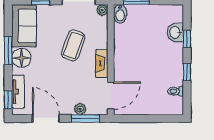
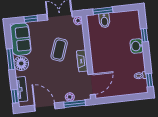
bidet: (120, 14) -> (104, 21), moved
washbasin: (175, 32) -> (137, 46), moved
window: (187, 72) -> (149, 80), moved

